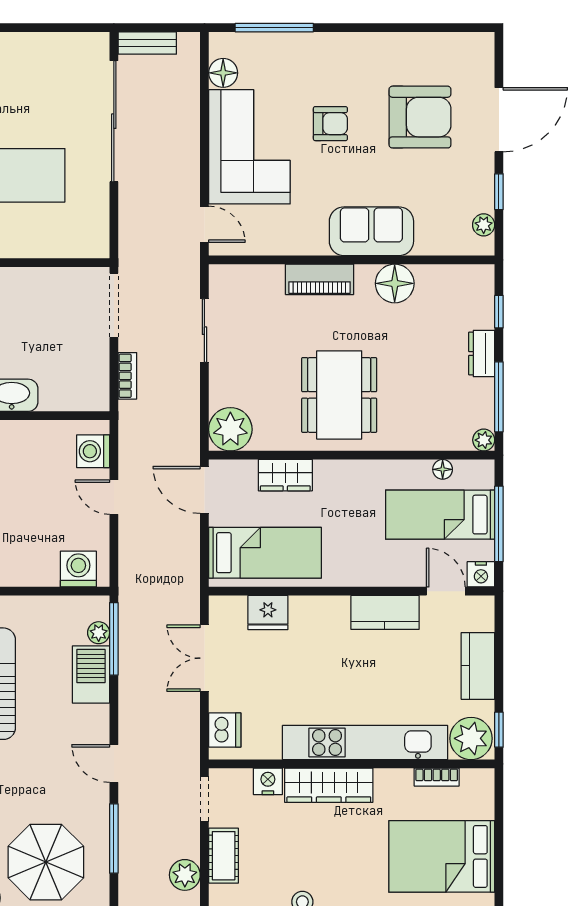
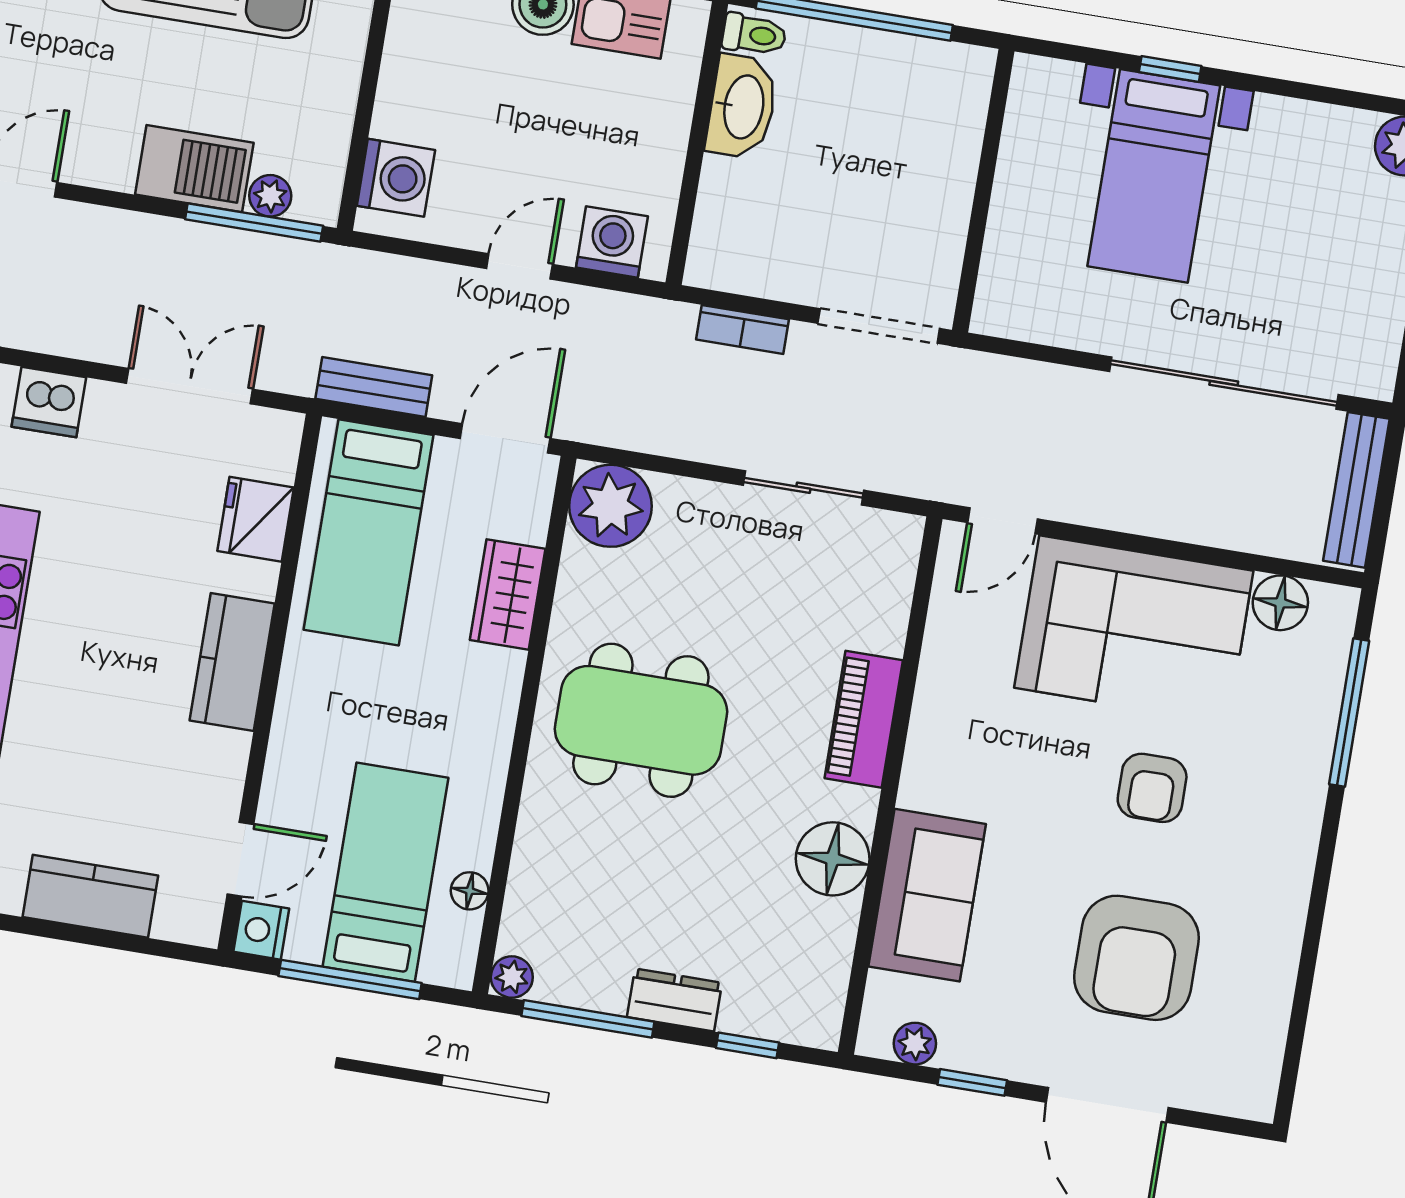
bench: (147, 43) -> (1356, 490), width x1.36
sofa: (371, 231) -> (927, 895), moved
bench: (189, 562) -> (374, 387), added
kitchen counter: (385, 612) -> (232, 662), moved

